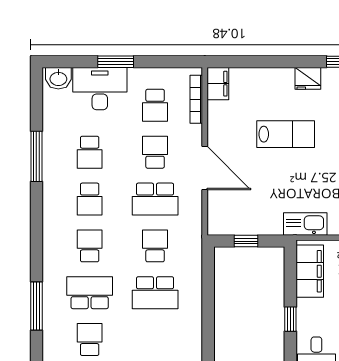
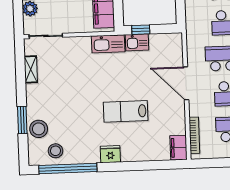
kitchen sink: (267, 224) -> (137, 42), added
window: (246, 241) -> (141, 30), moved

